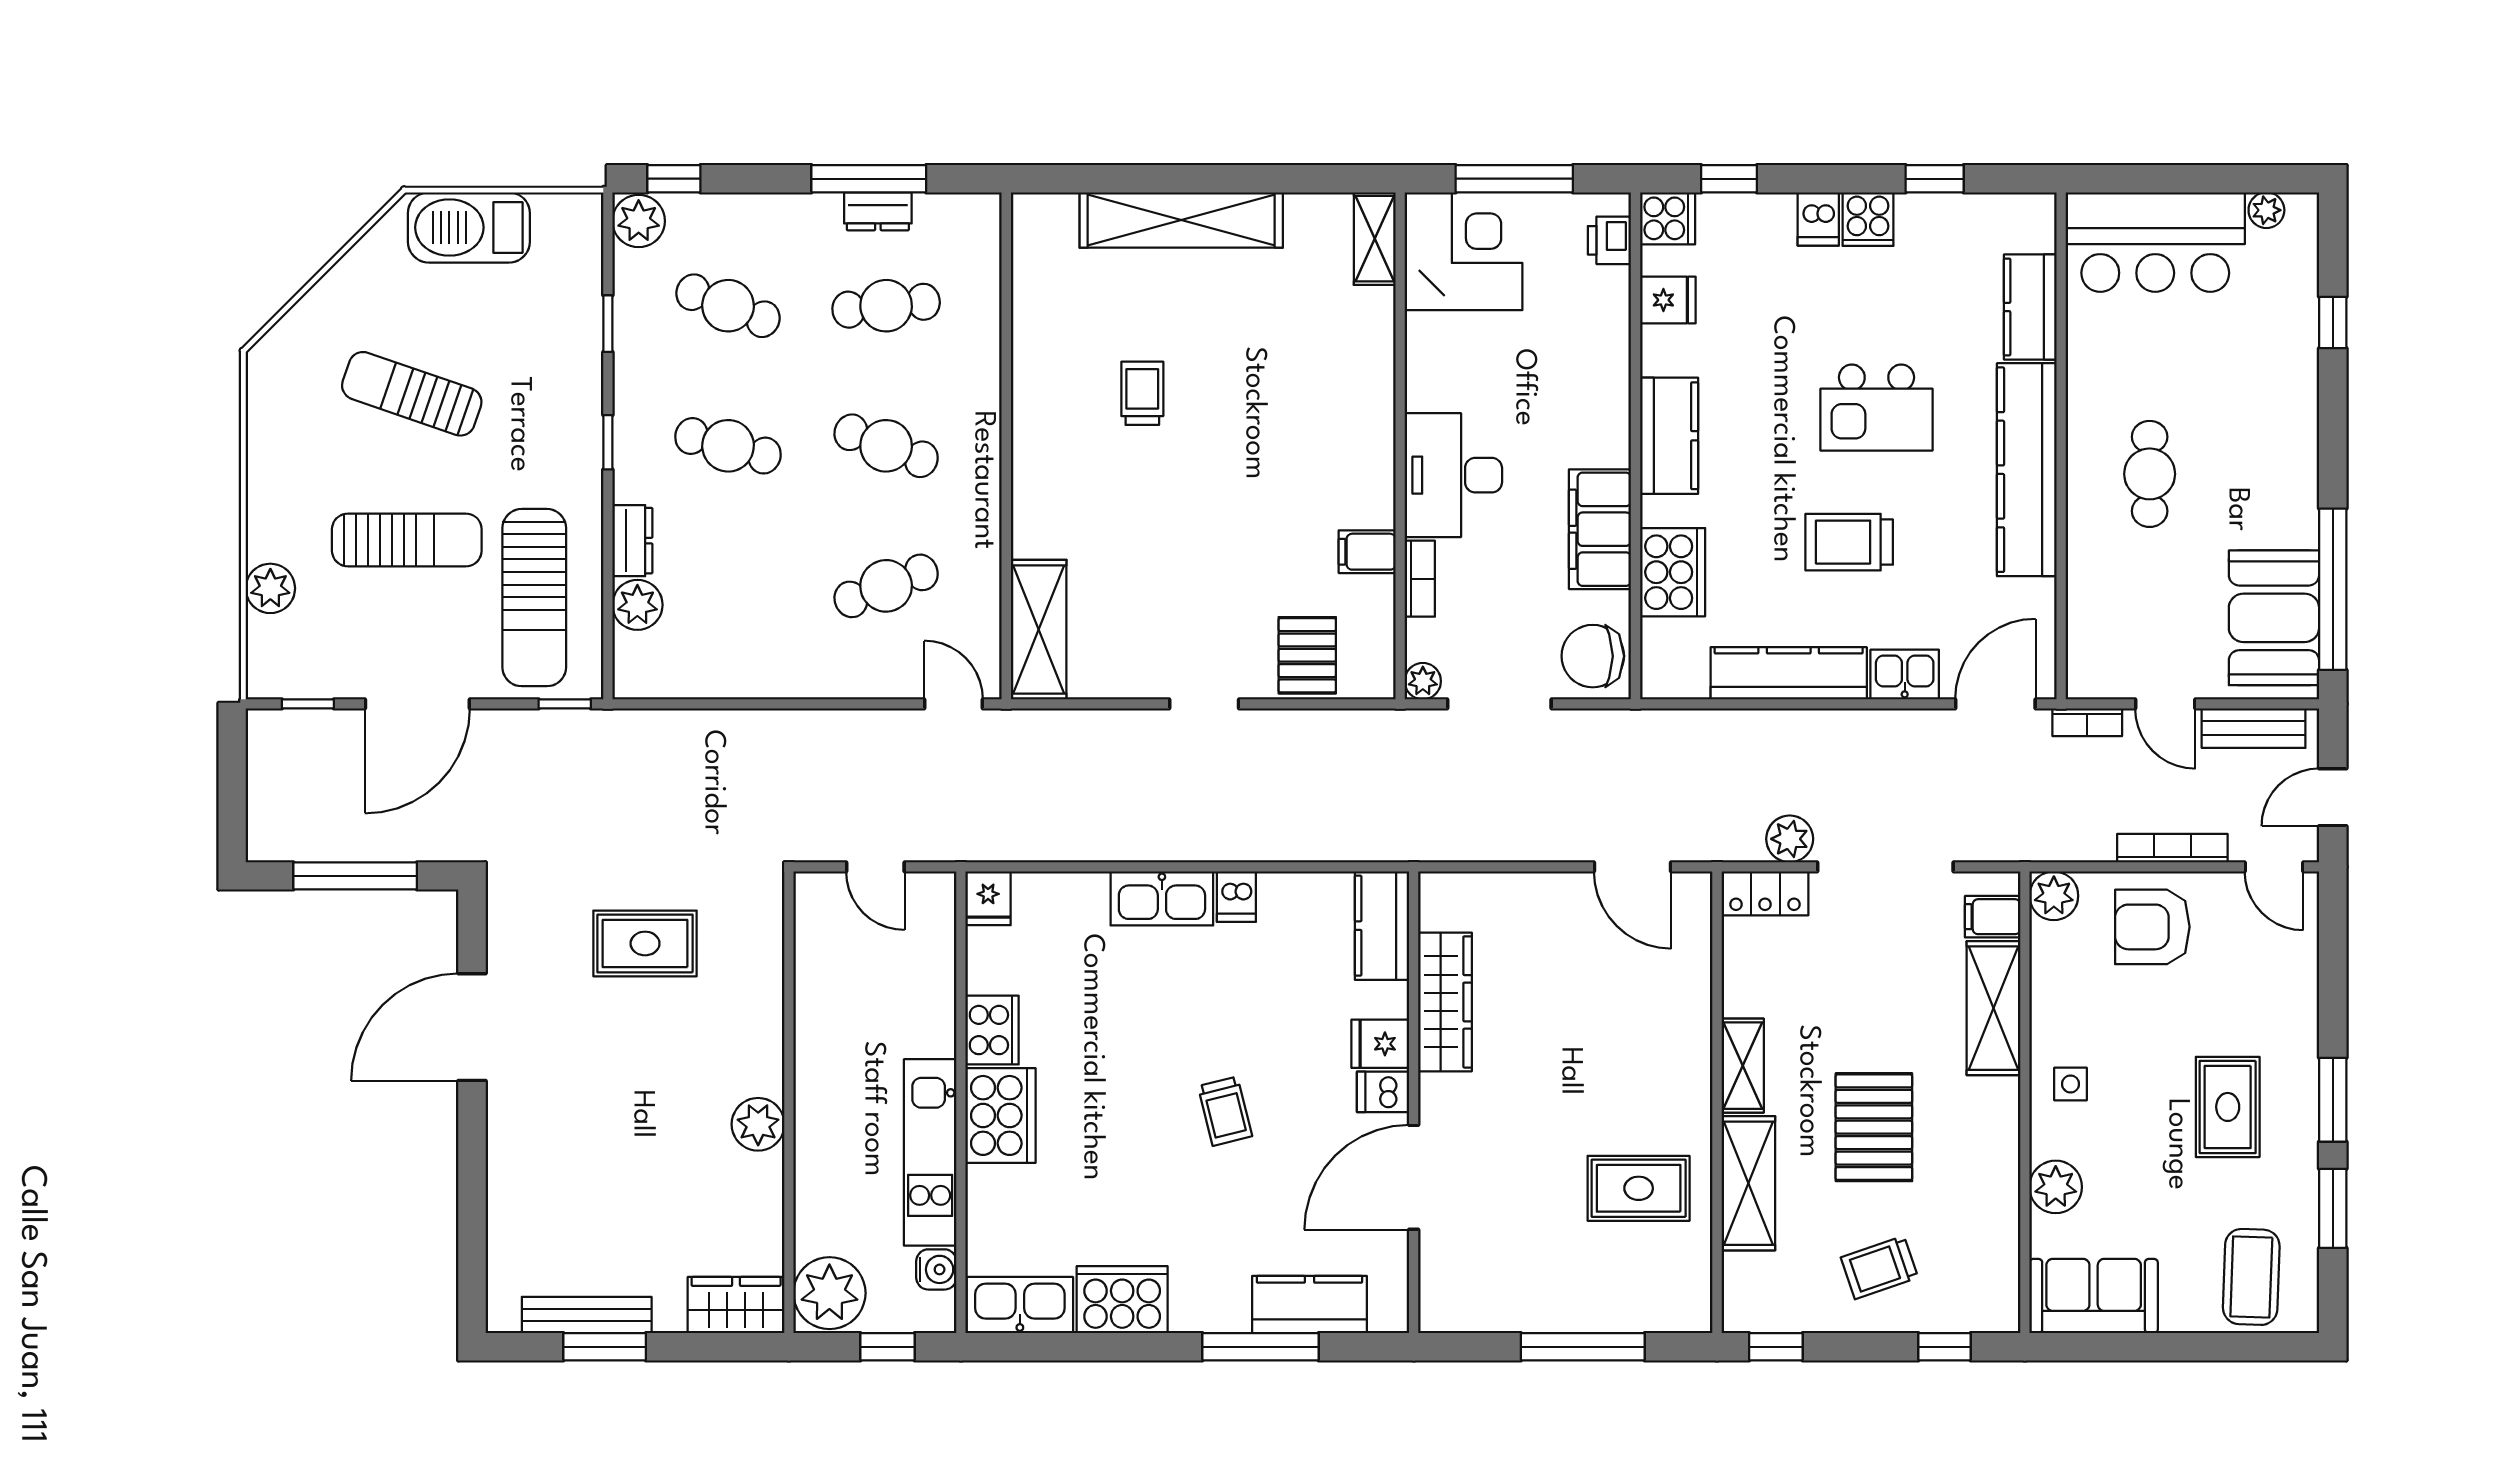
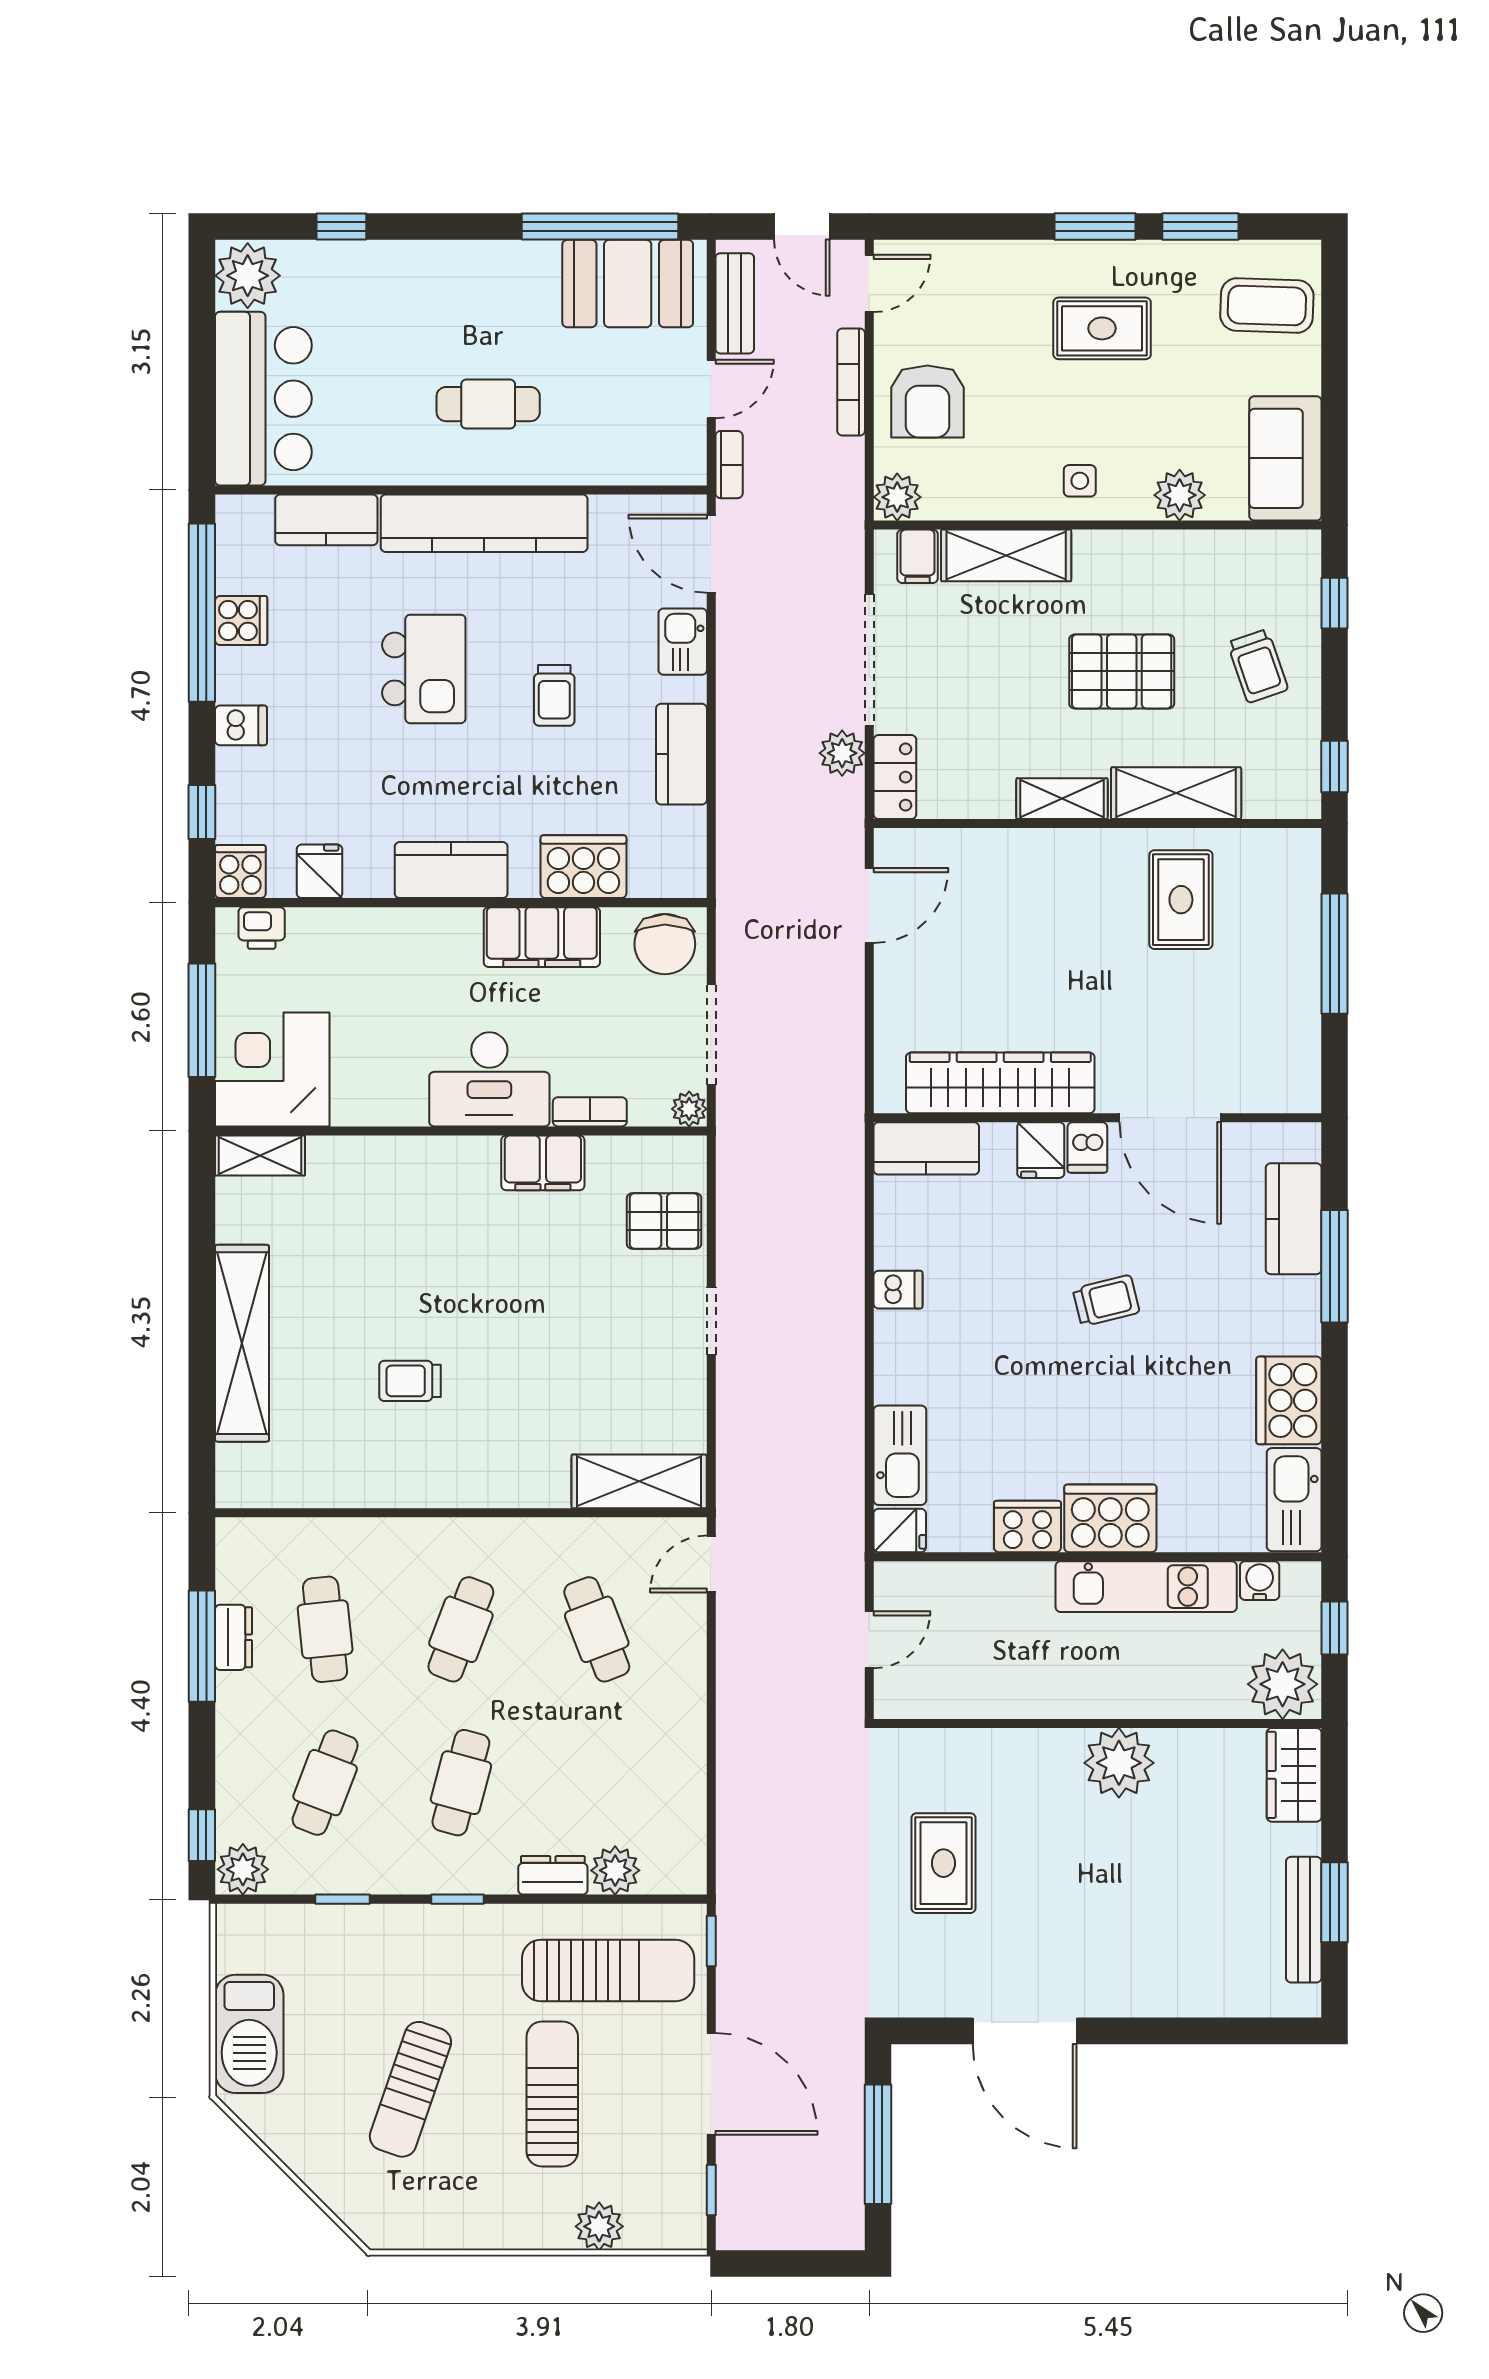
window: (1935, 179) -> (202, 613), width x3.17
plant: (2266, 210) -> (248, 276), width x1.88, depth x1.88
cooker: (1868, 219) -> (241, 620), moved
trolley: (1849, 542) -> (554, 695), width x0.73, depth x0.72
filing cabinet: (1367, 552) -> (543, 1163), width x2.00
kitchen counter: (1789, 673) -> (682, 754), width x0.67
kitchen sink: (1162, 898) -> (900, 1455), moved
wardrobe: (1445, 1002) -> (1000, 1083), width x1.40, depth x1.17
plant: (758, 1124) -> (1119, 1763), width x1.36, depth x1.36

